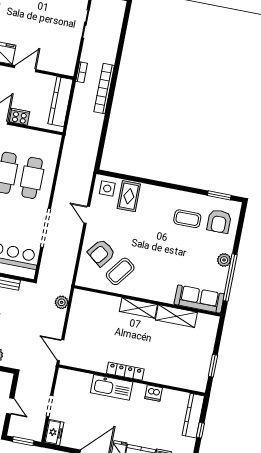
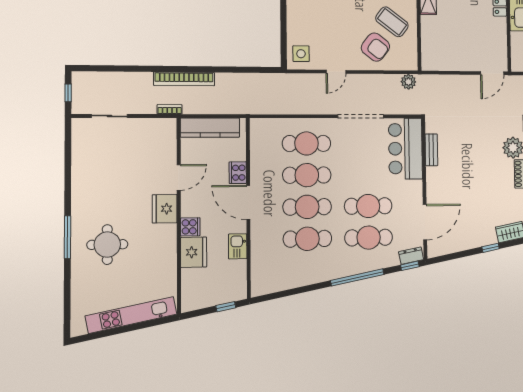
door: (25, 69) -> (179, 177), swing flipped
rug: (129, 196) -> (305, 27), removed
plant: (62, 302) -> (408, 82), moved

